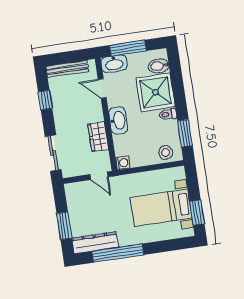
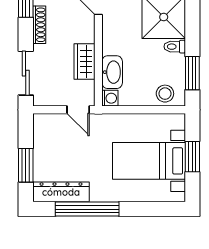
shoe rack: (58, 113) -> (39, 25), added
washbasin: (118, 120) -> (112, 72), moved
window: (197, 213) -> (192, 157), moved

